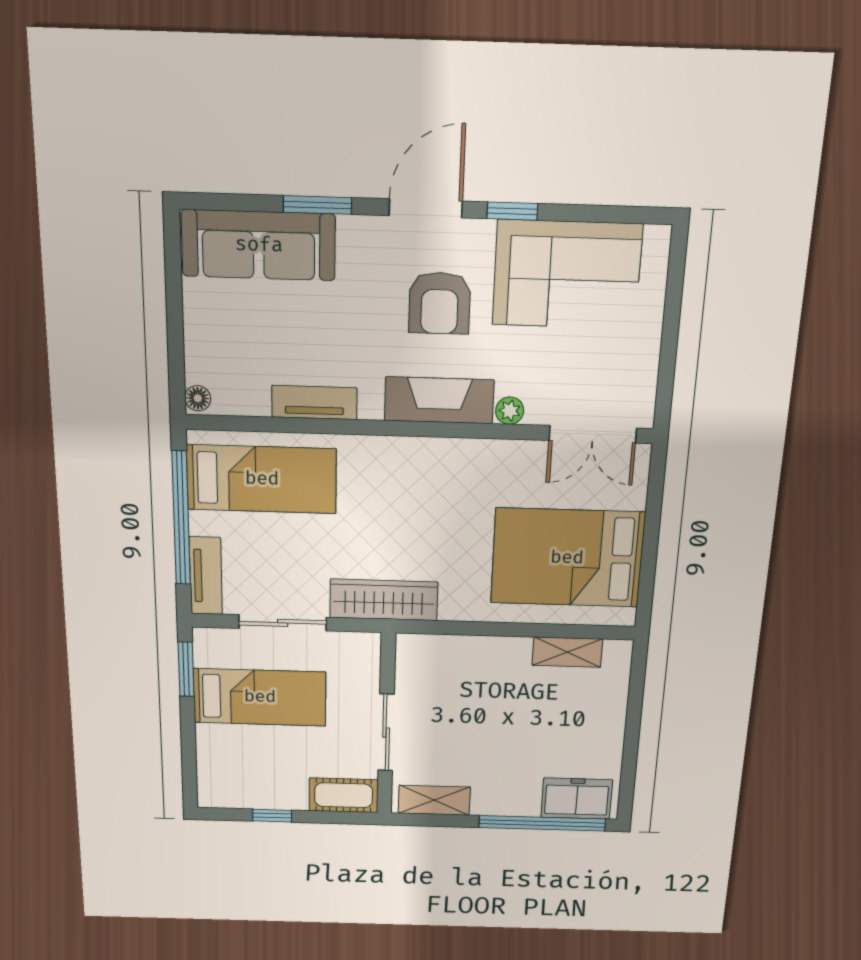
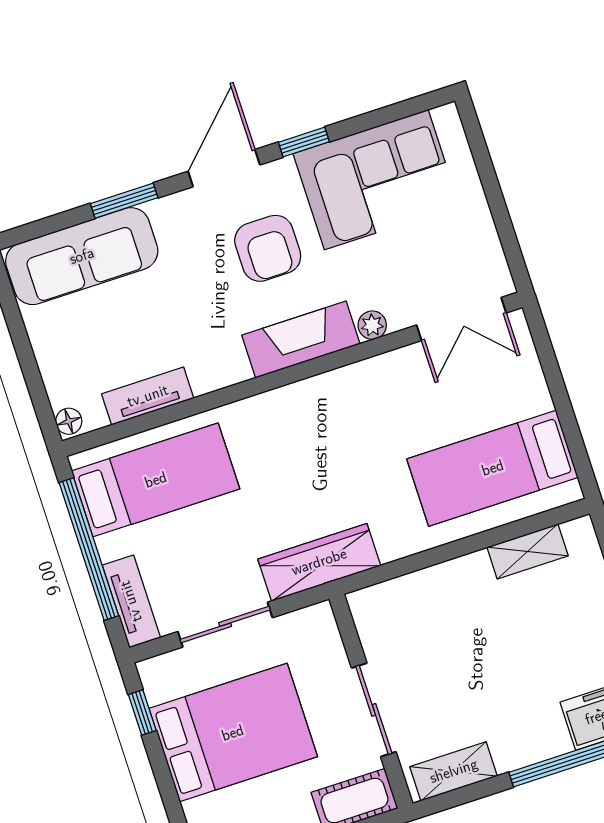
tv unit: (314, 402) -> (148, 396), moved
bed: (567, 558) -> (493, 468), width x0.67
window: (186, 669) -> (142, 712), width x0.67
bed: (260, 697) -> (233, 733), width x1.50

